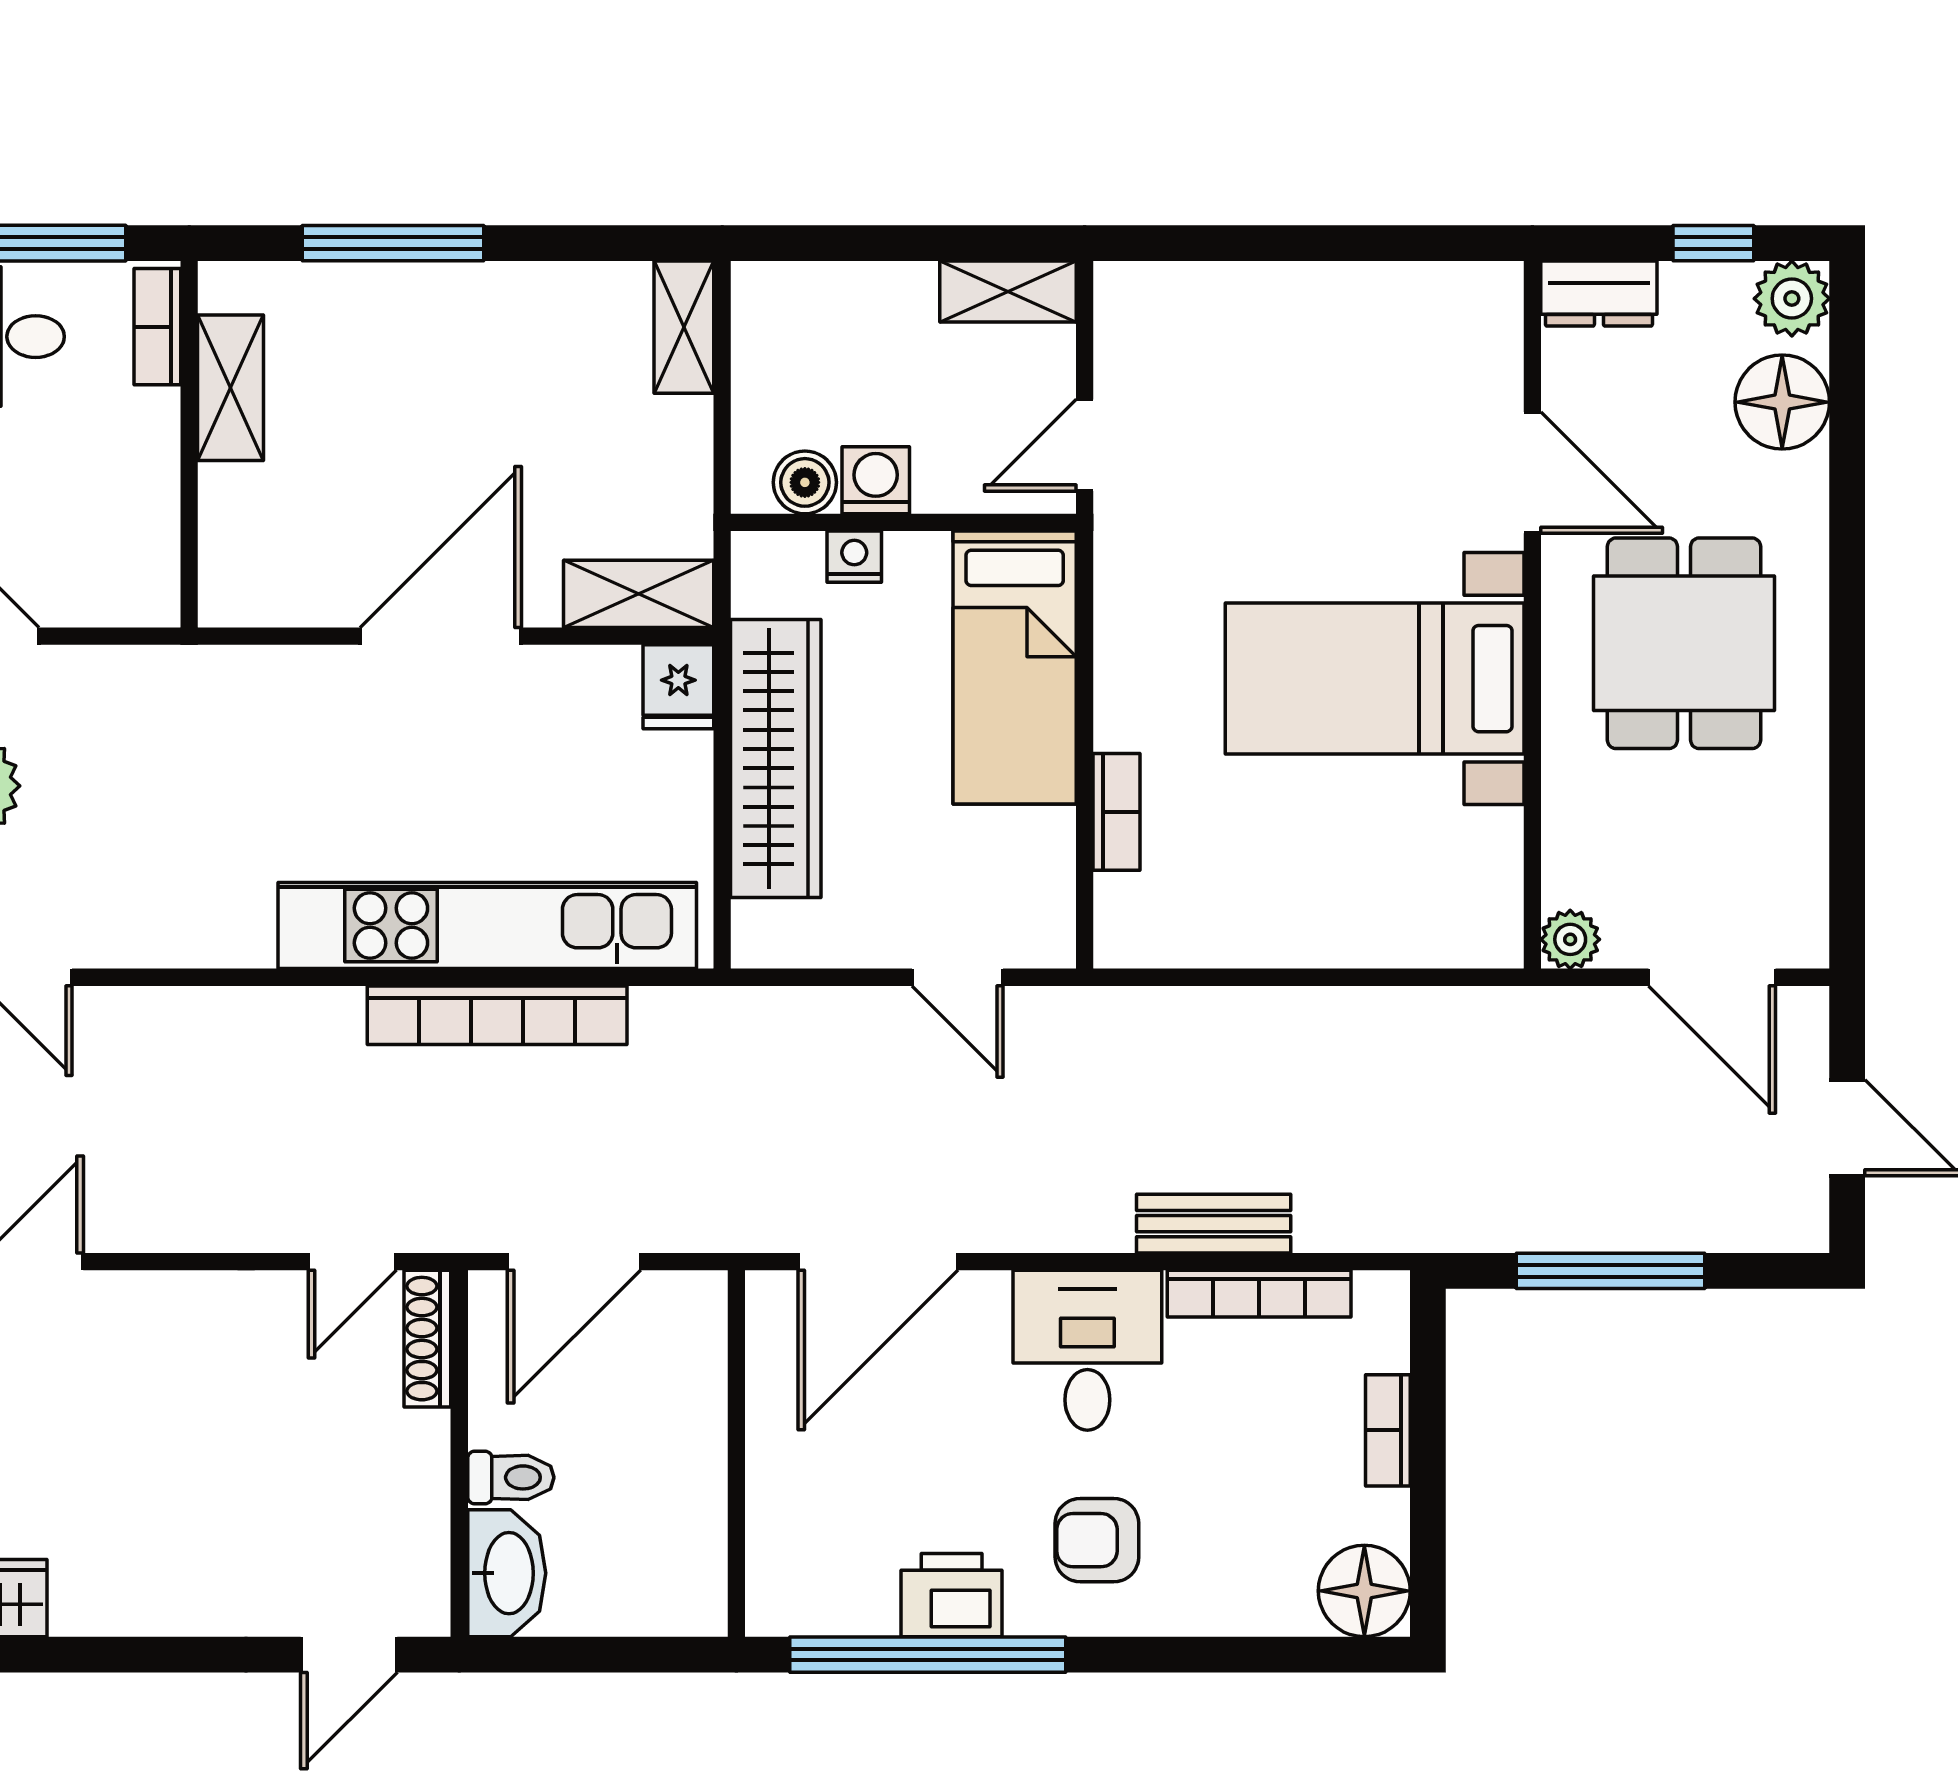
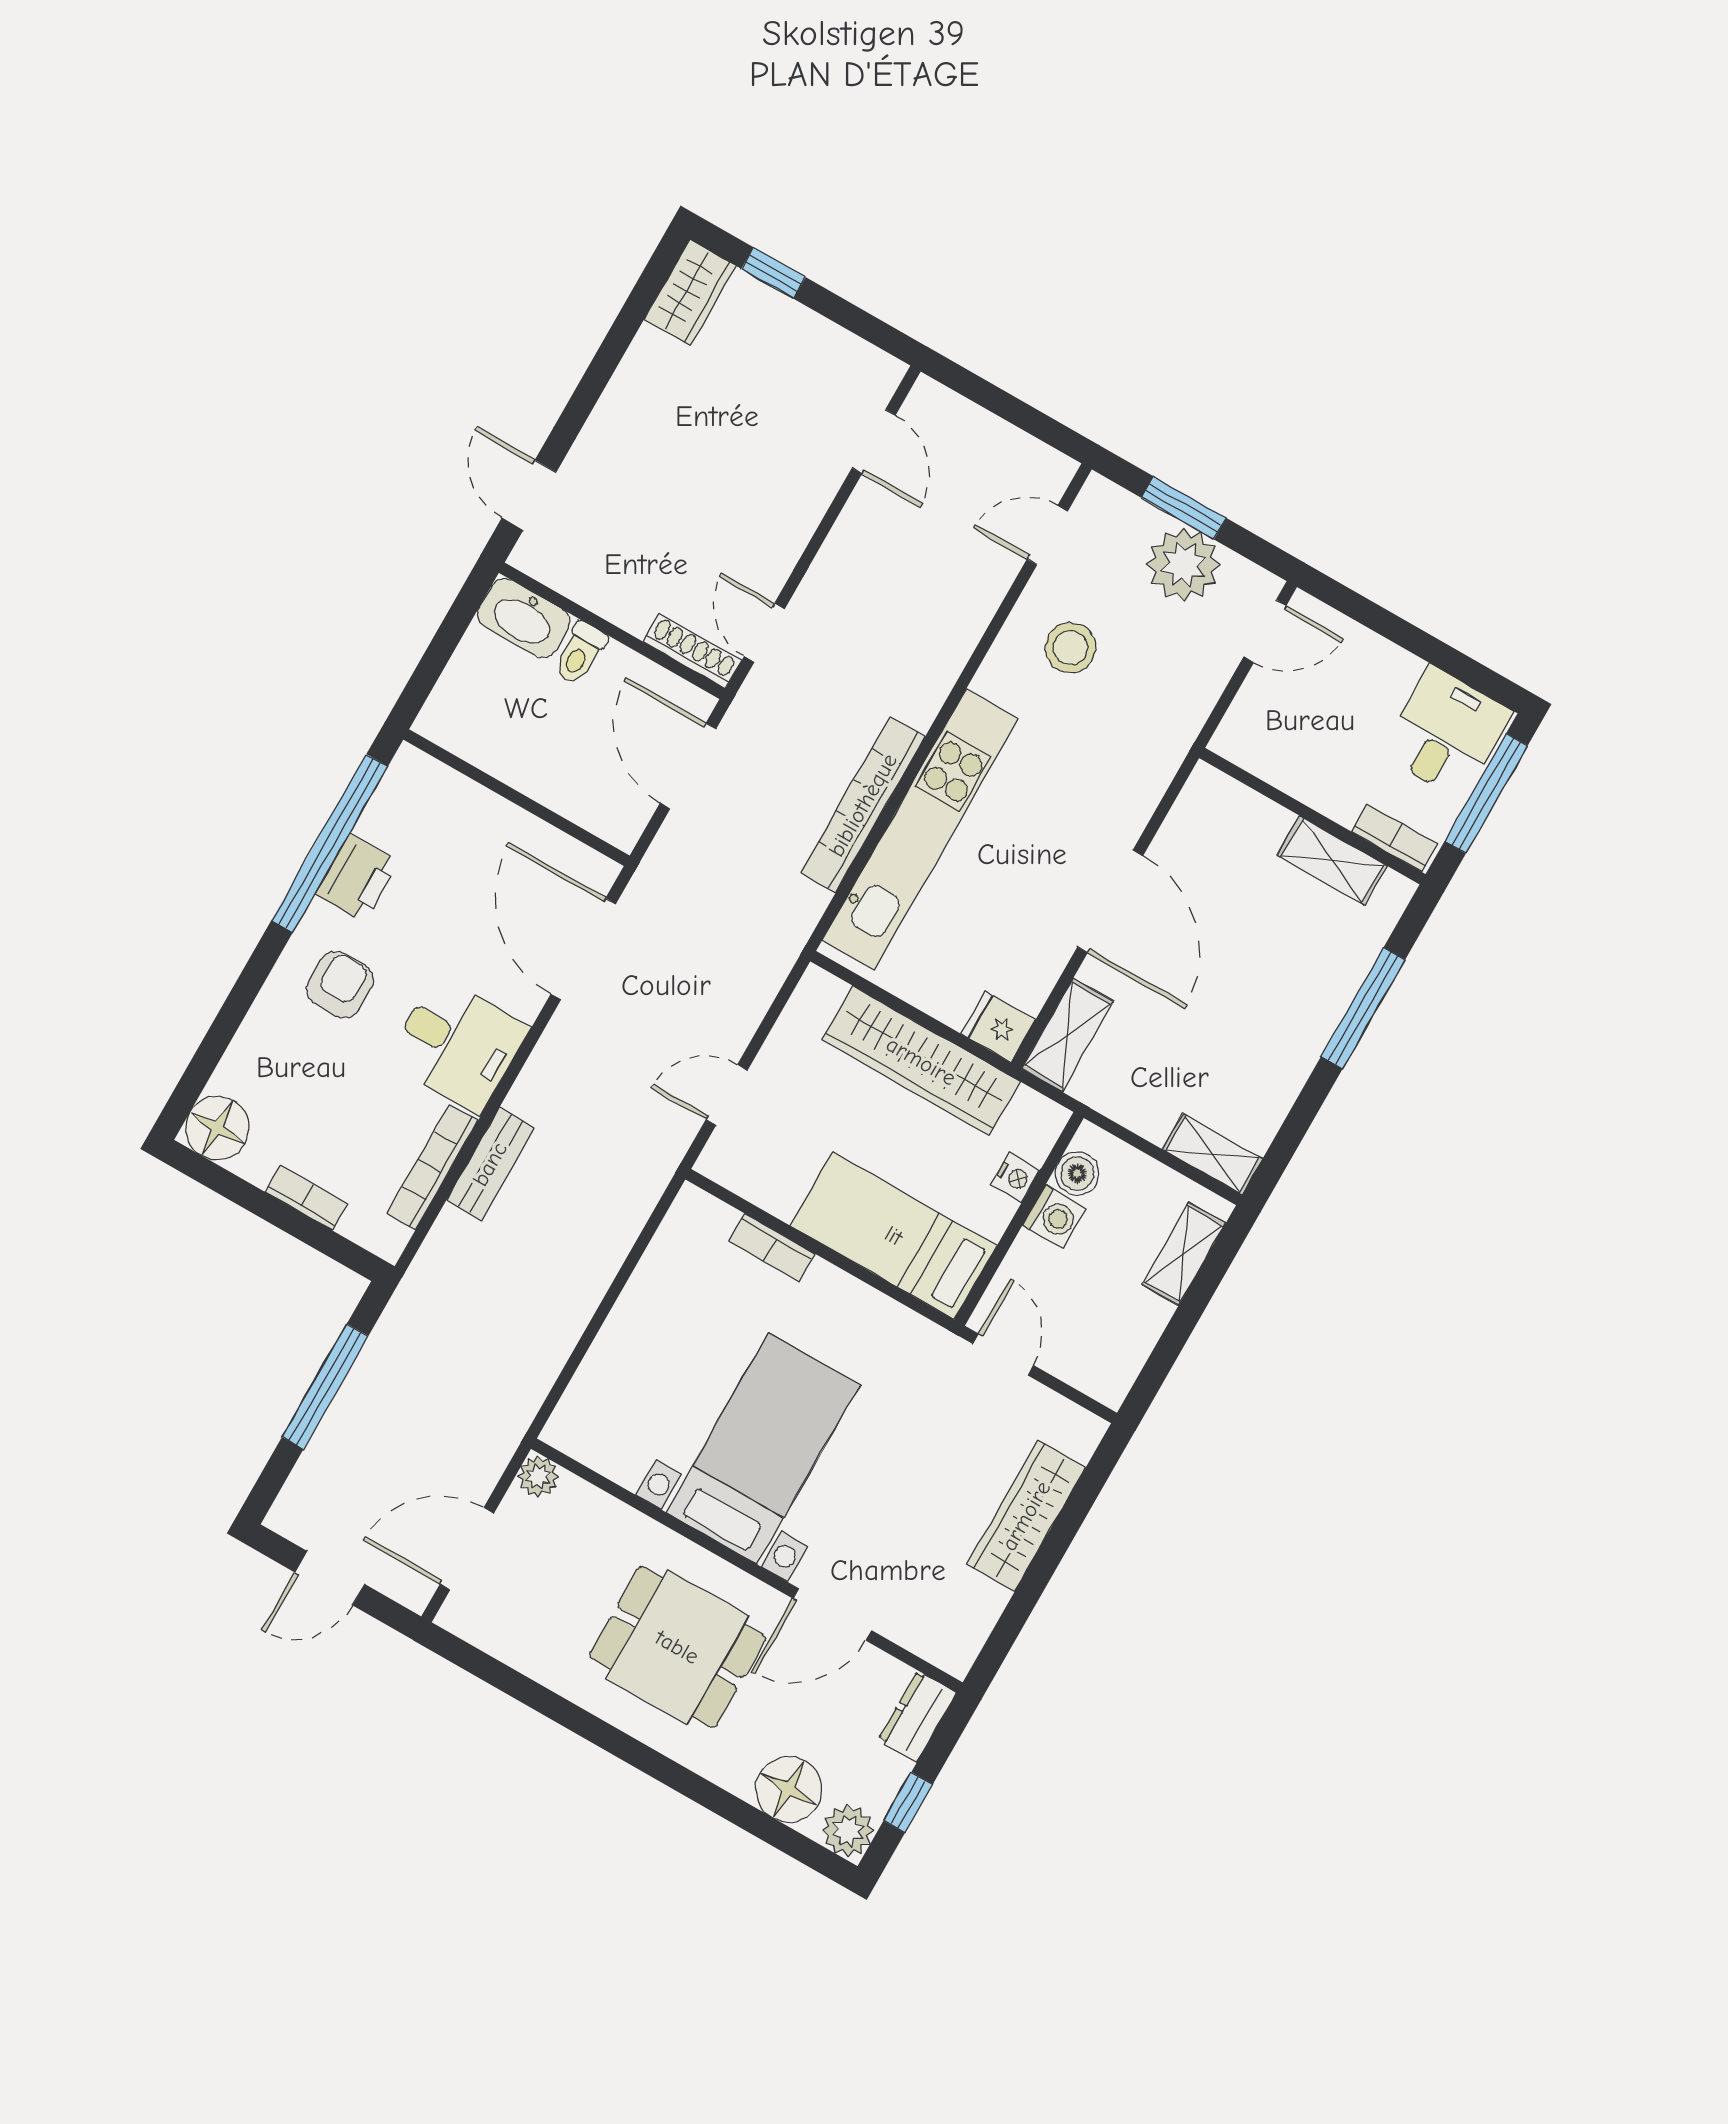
shelving: (1008, 292) -> (1184, 1254), moved
wardrobe: (1270, 301) -> (1026, 1516), added
stool: (152, 868) -> (1070, 648), added

